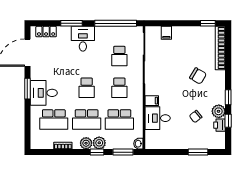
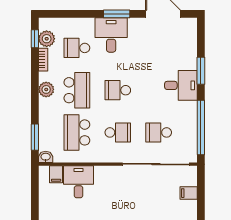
locker: (46, 32) -> (190, 38), removed
school desk: (119, 88) -> (118, 132), turned 180
filing cabinet: (152, 101) -> (56, 174), moved
school desk: (54, 119) -> (77, 48), width x0.54
school desk: (87, 119) -> (77, 90), turned 180
plant: (99, 143) -> (47, 39), moved
window: (97, 152) -> (35, 39), moved

